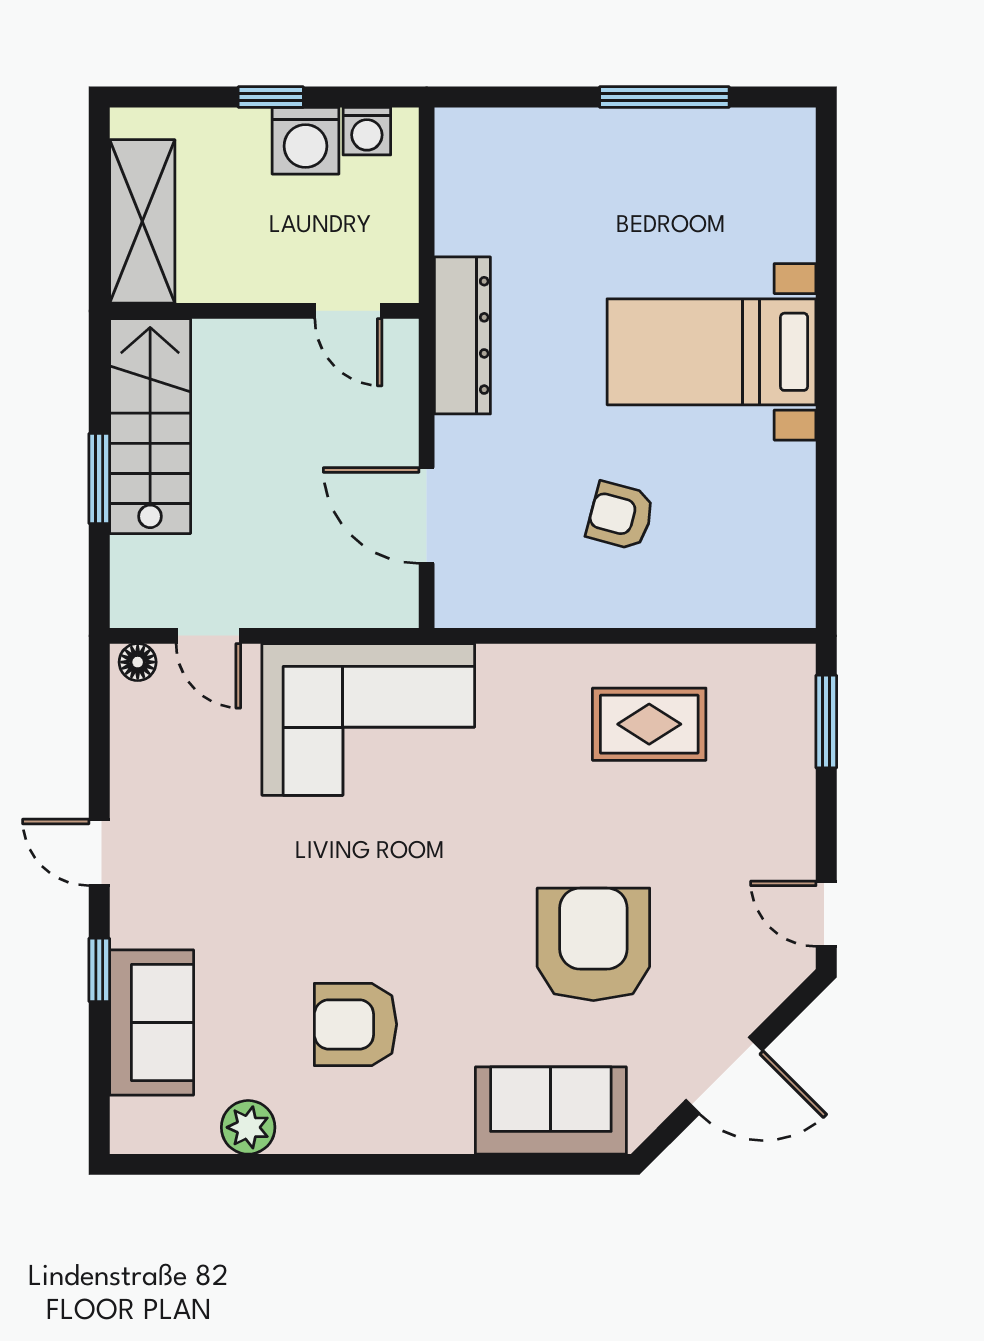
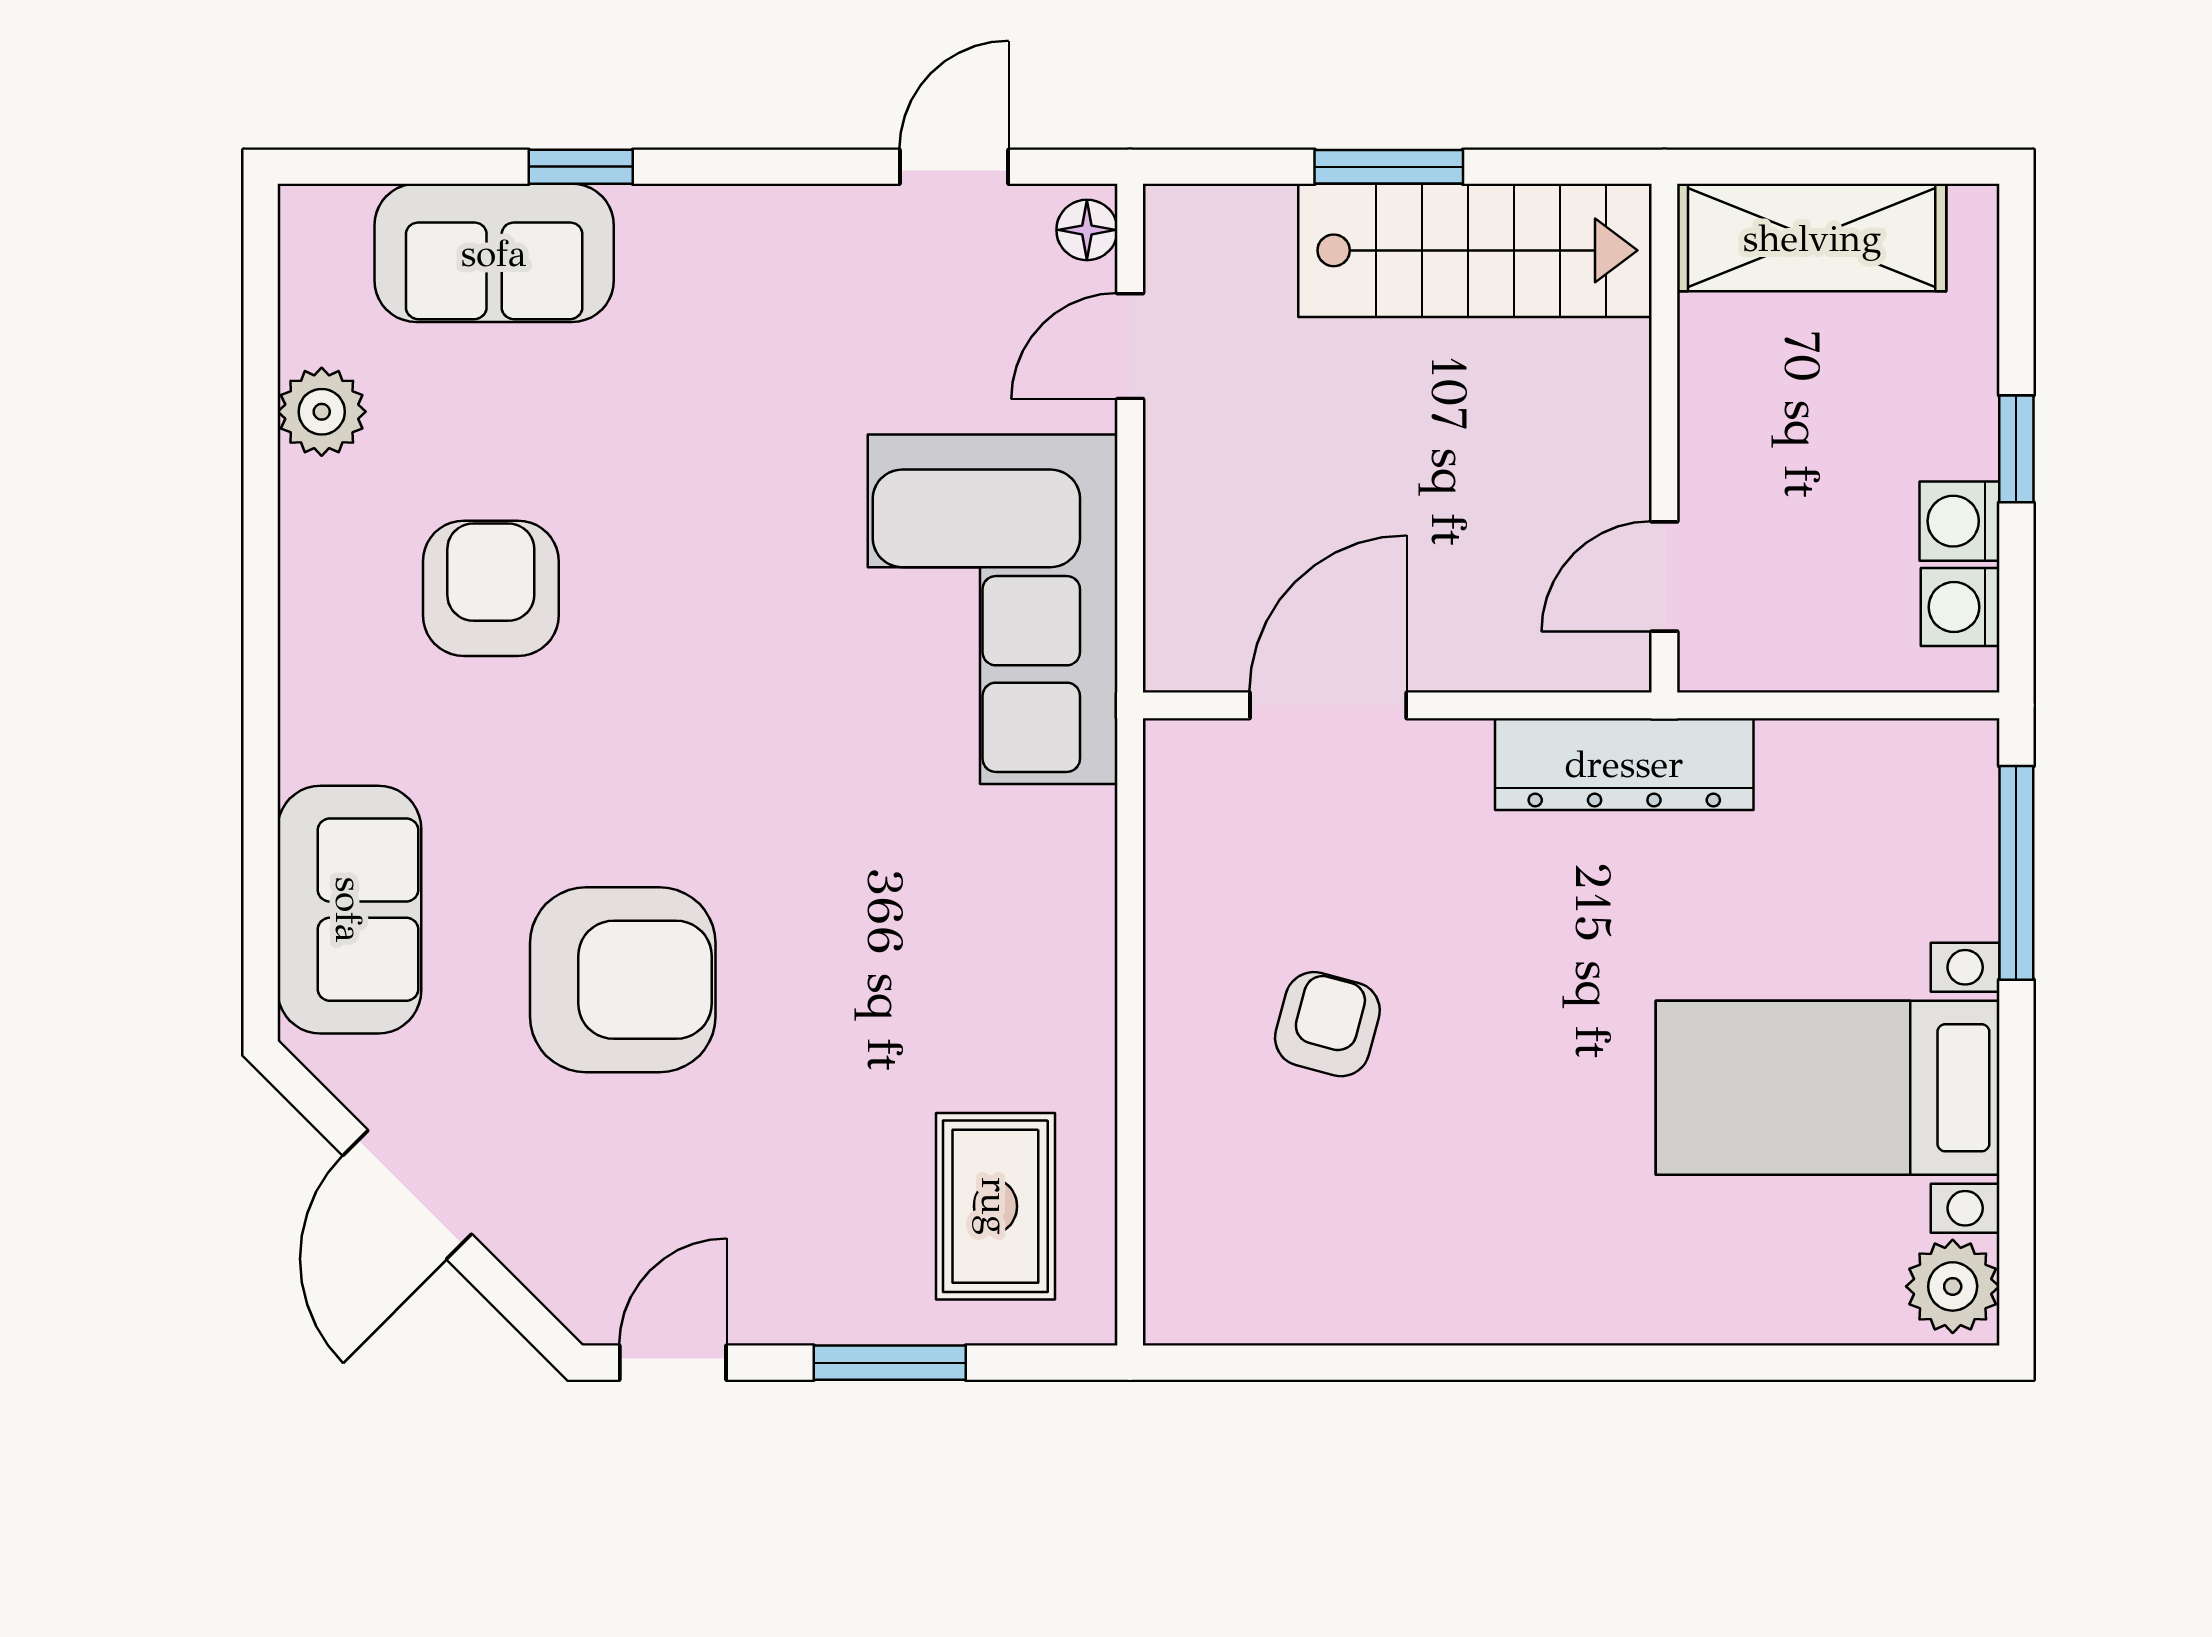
window: (664, 97) -> (2016, 873), moved
plant: (780, 136) -> (1953, 1286), added
washing machine: (305, 141) -> (1960, 521), width x0.73, depth x0.73
bed with nightstands: (712, 352) -> (1828, 1088), moved, turned -90
window: (826, 722) -> (890, 1363), moved
rug: (649, 724) -> (995, 1206), moved
door: (99, 852) -> (954, 167), moved

